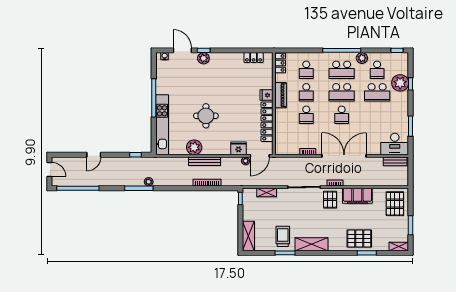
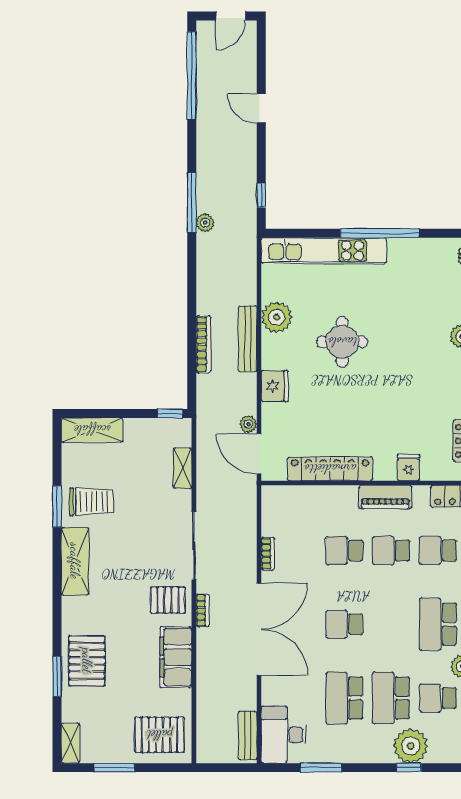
school desk: (342, 92) -> (344, 698), moved
fridge: (266, 95) -> (409, 468), moved
fridge: (238, 148) -> (275, 386), moved

